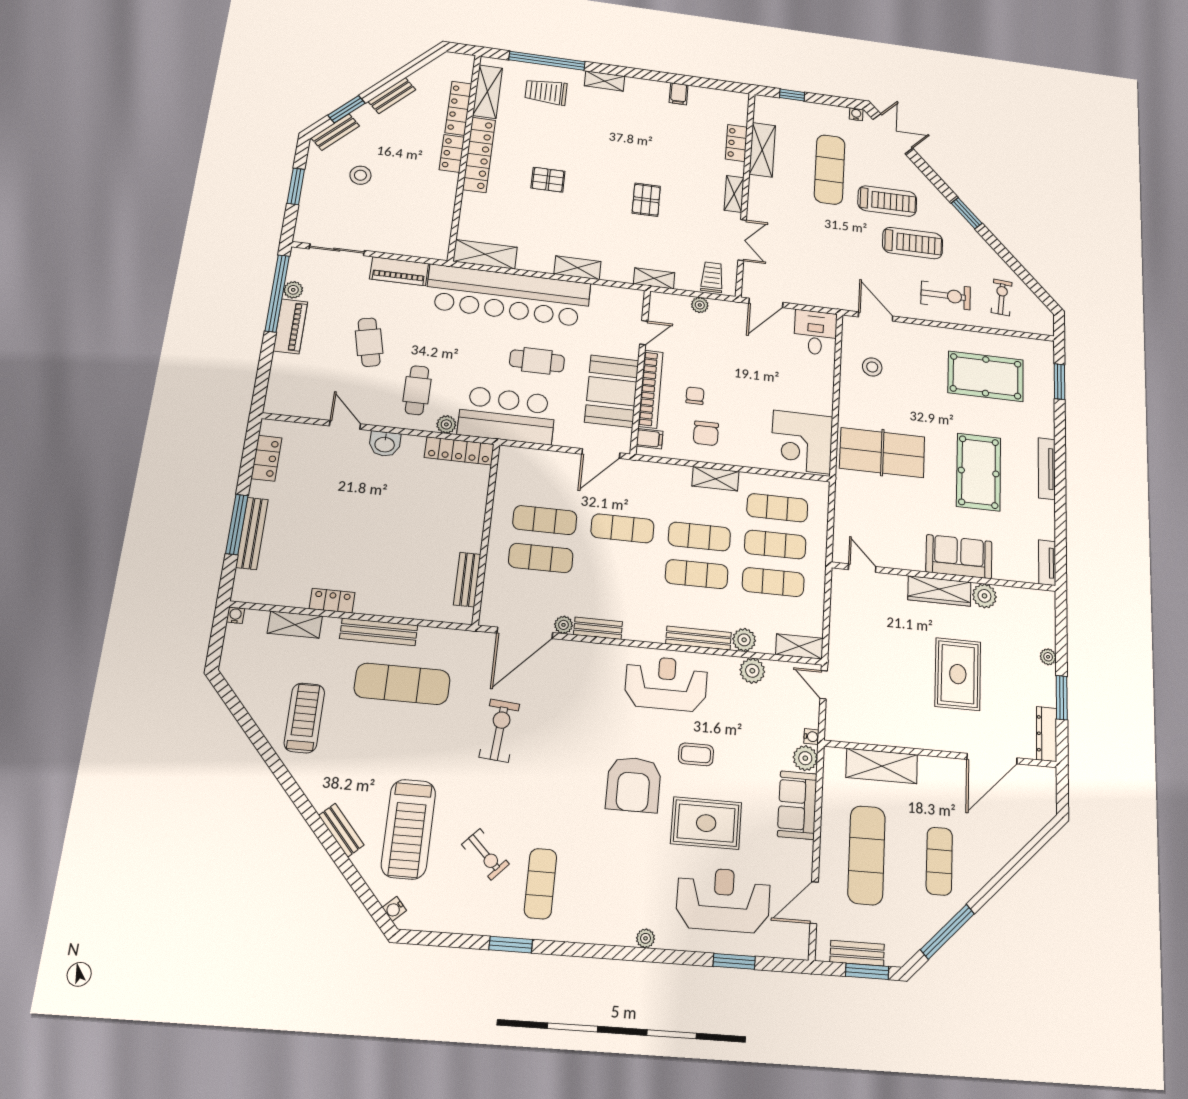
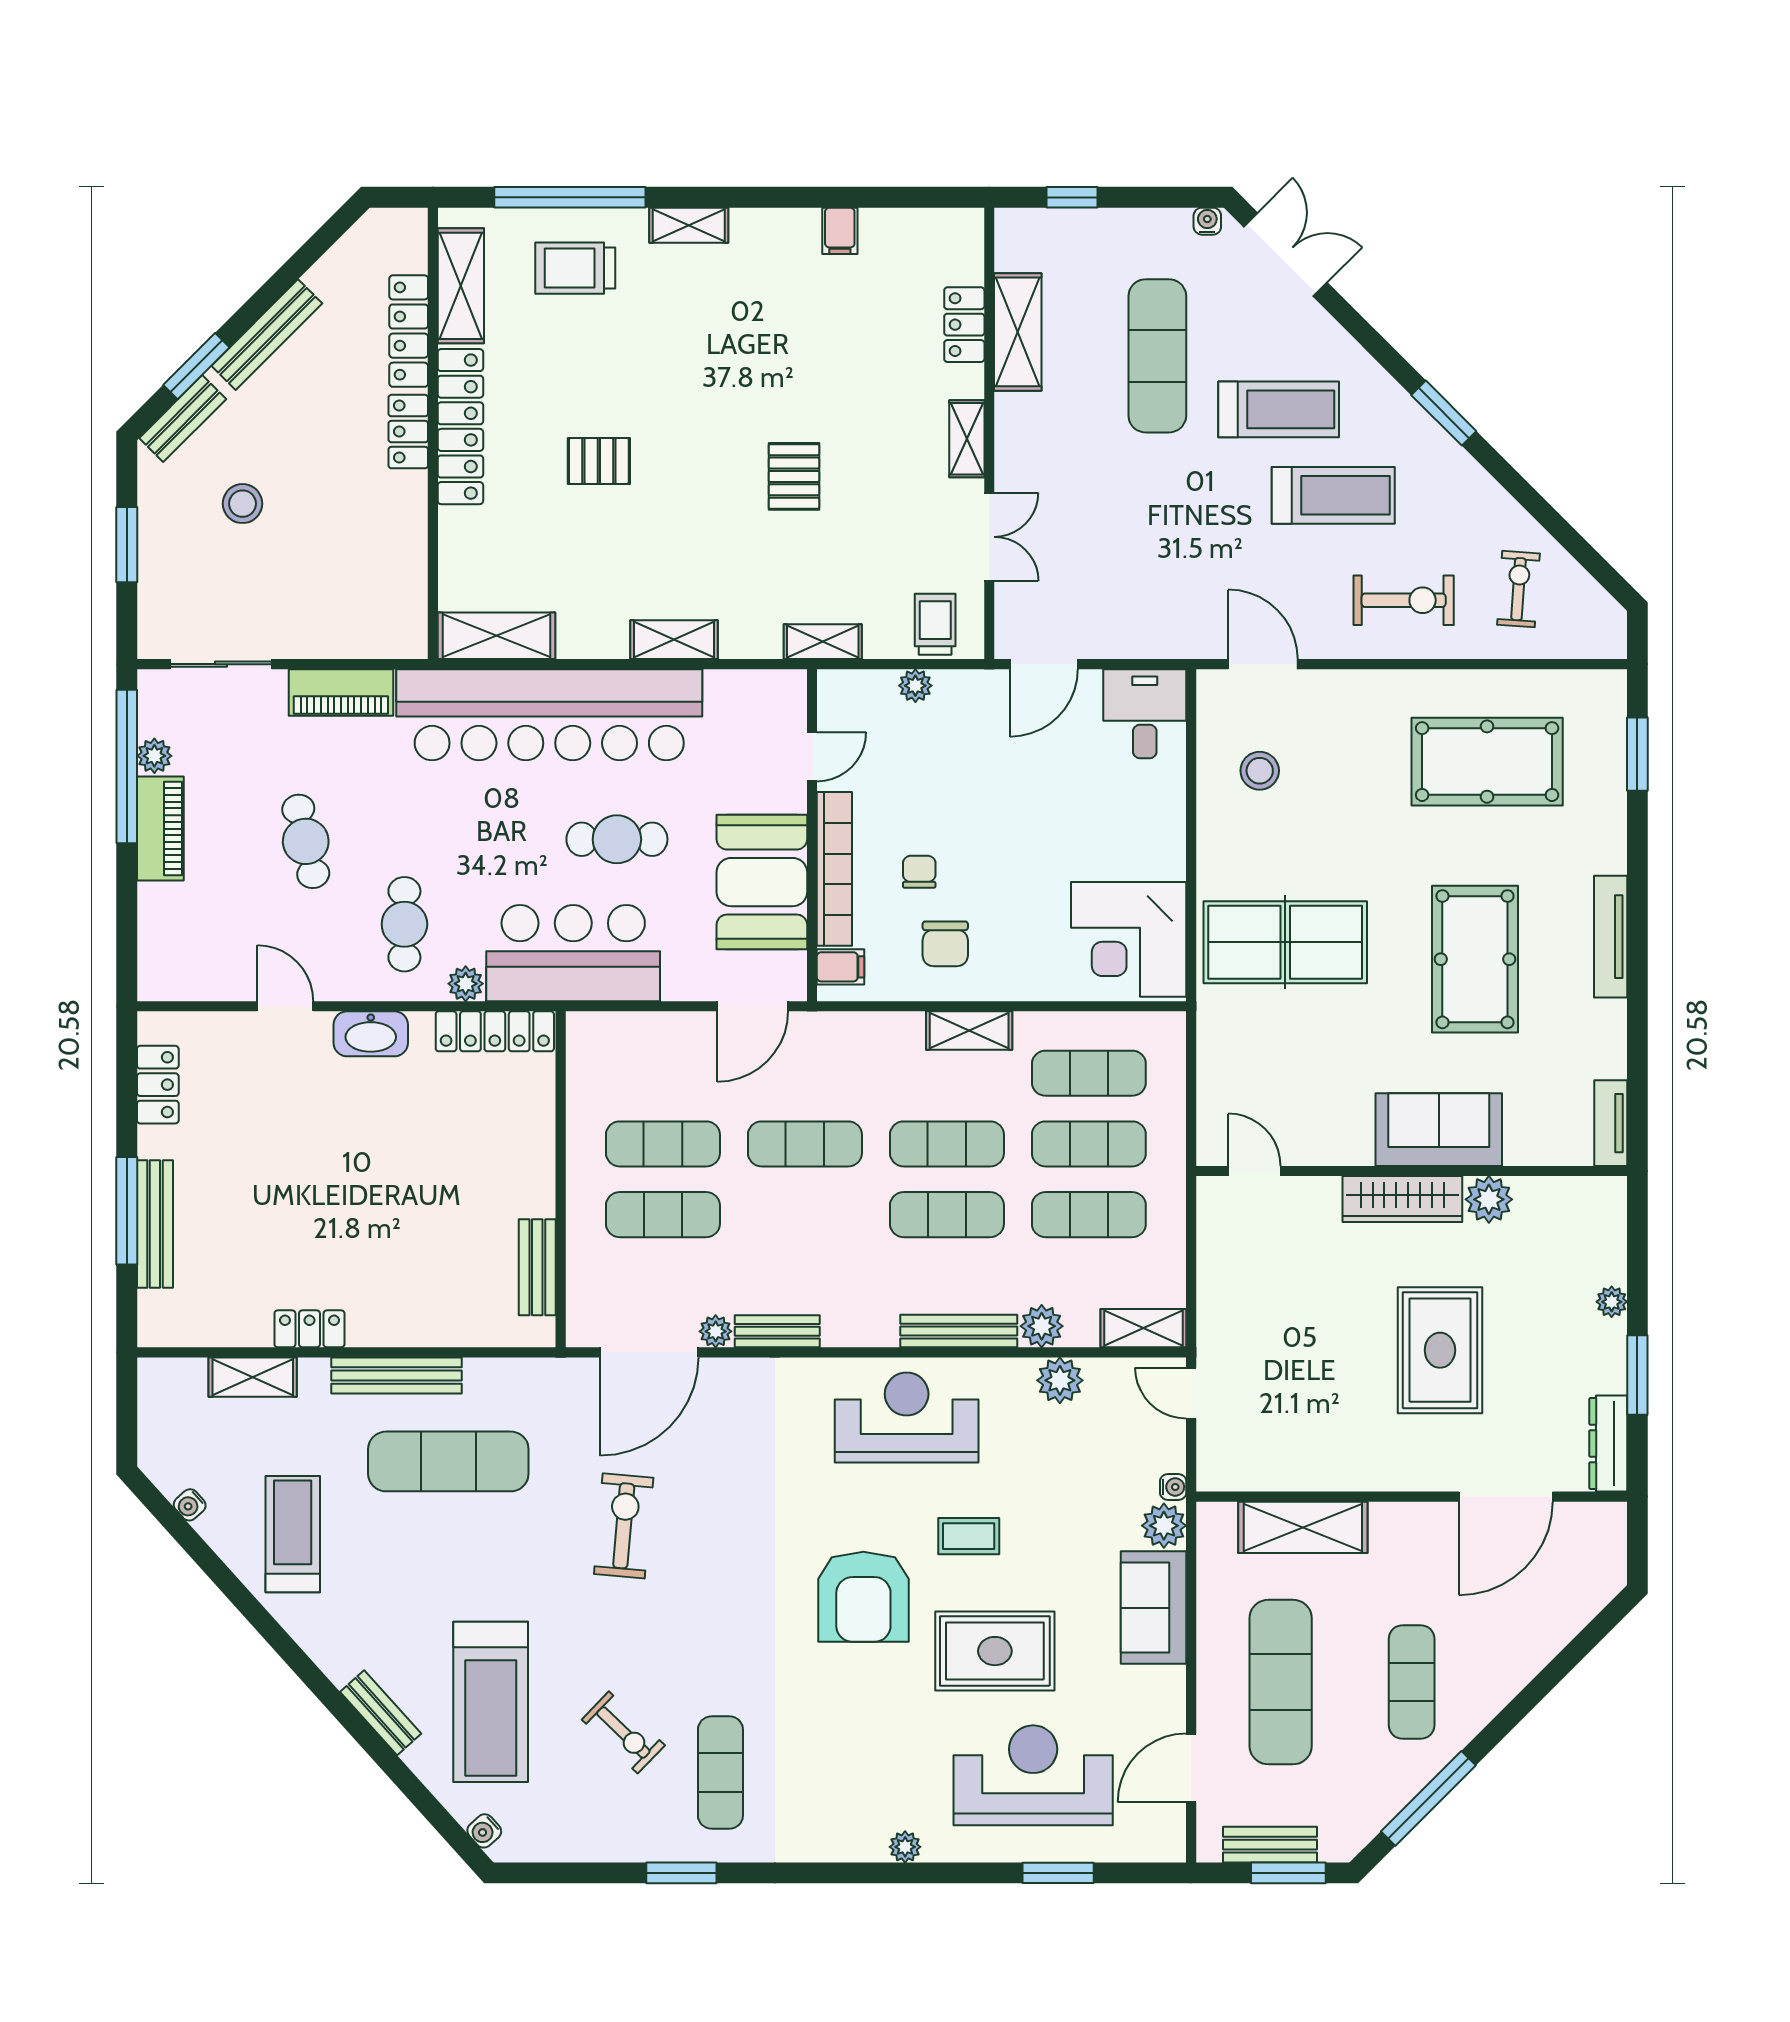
bench: (392, 96) -> (267, 335), width x1.36
washbasin: (385, 444) -> (371, 1034), width x1.38
water cooler: (235, 615) -> (190, 1505), moved, turned -132

